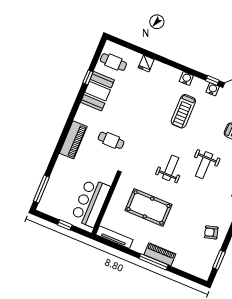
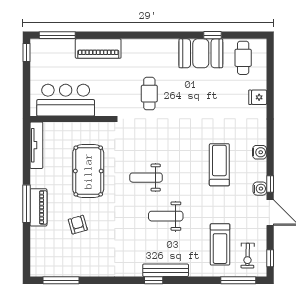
treadmill: (183, 111) -> (219, 165), turned 90
piano: (73, 140) -> (98, 49), moved
weight bench: (171, 168) -> (146, 178), turned 180
window: (65, 225) -> (26, 52), moved
armchair: (211, 232) -> (78, 225), moved
window: (219, 260) -> (61, 280), width x1.44

